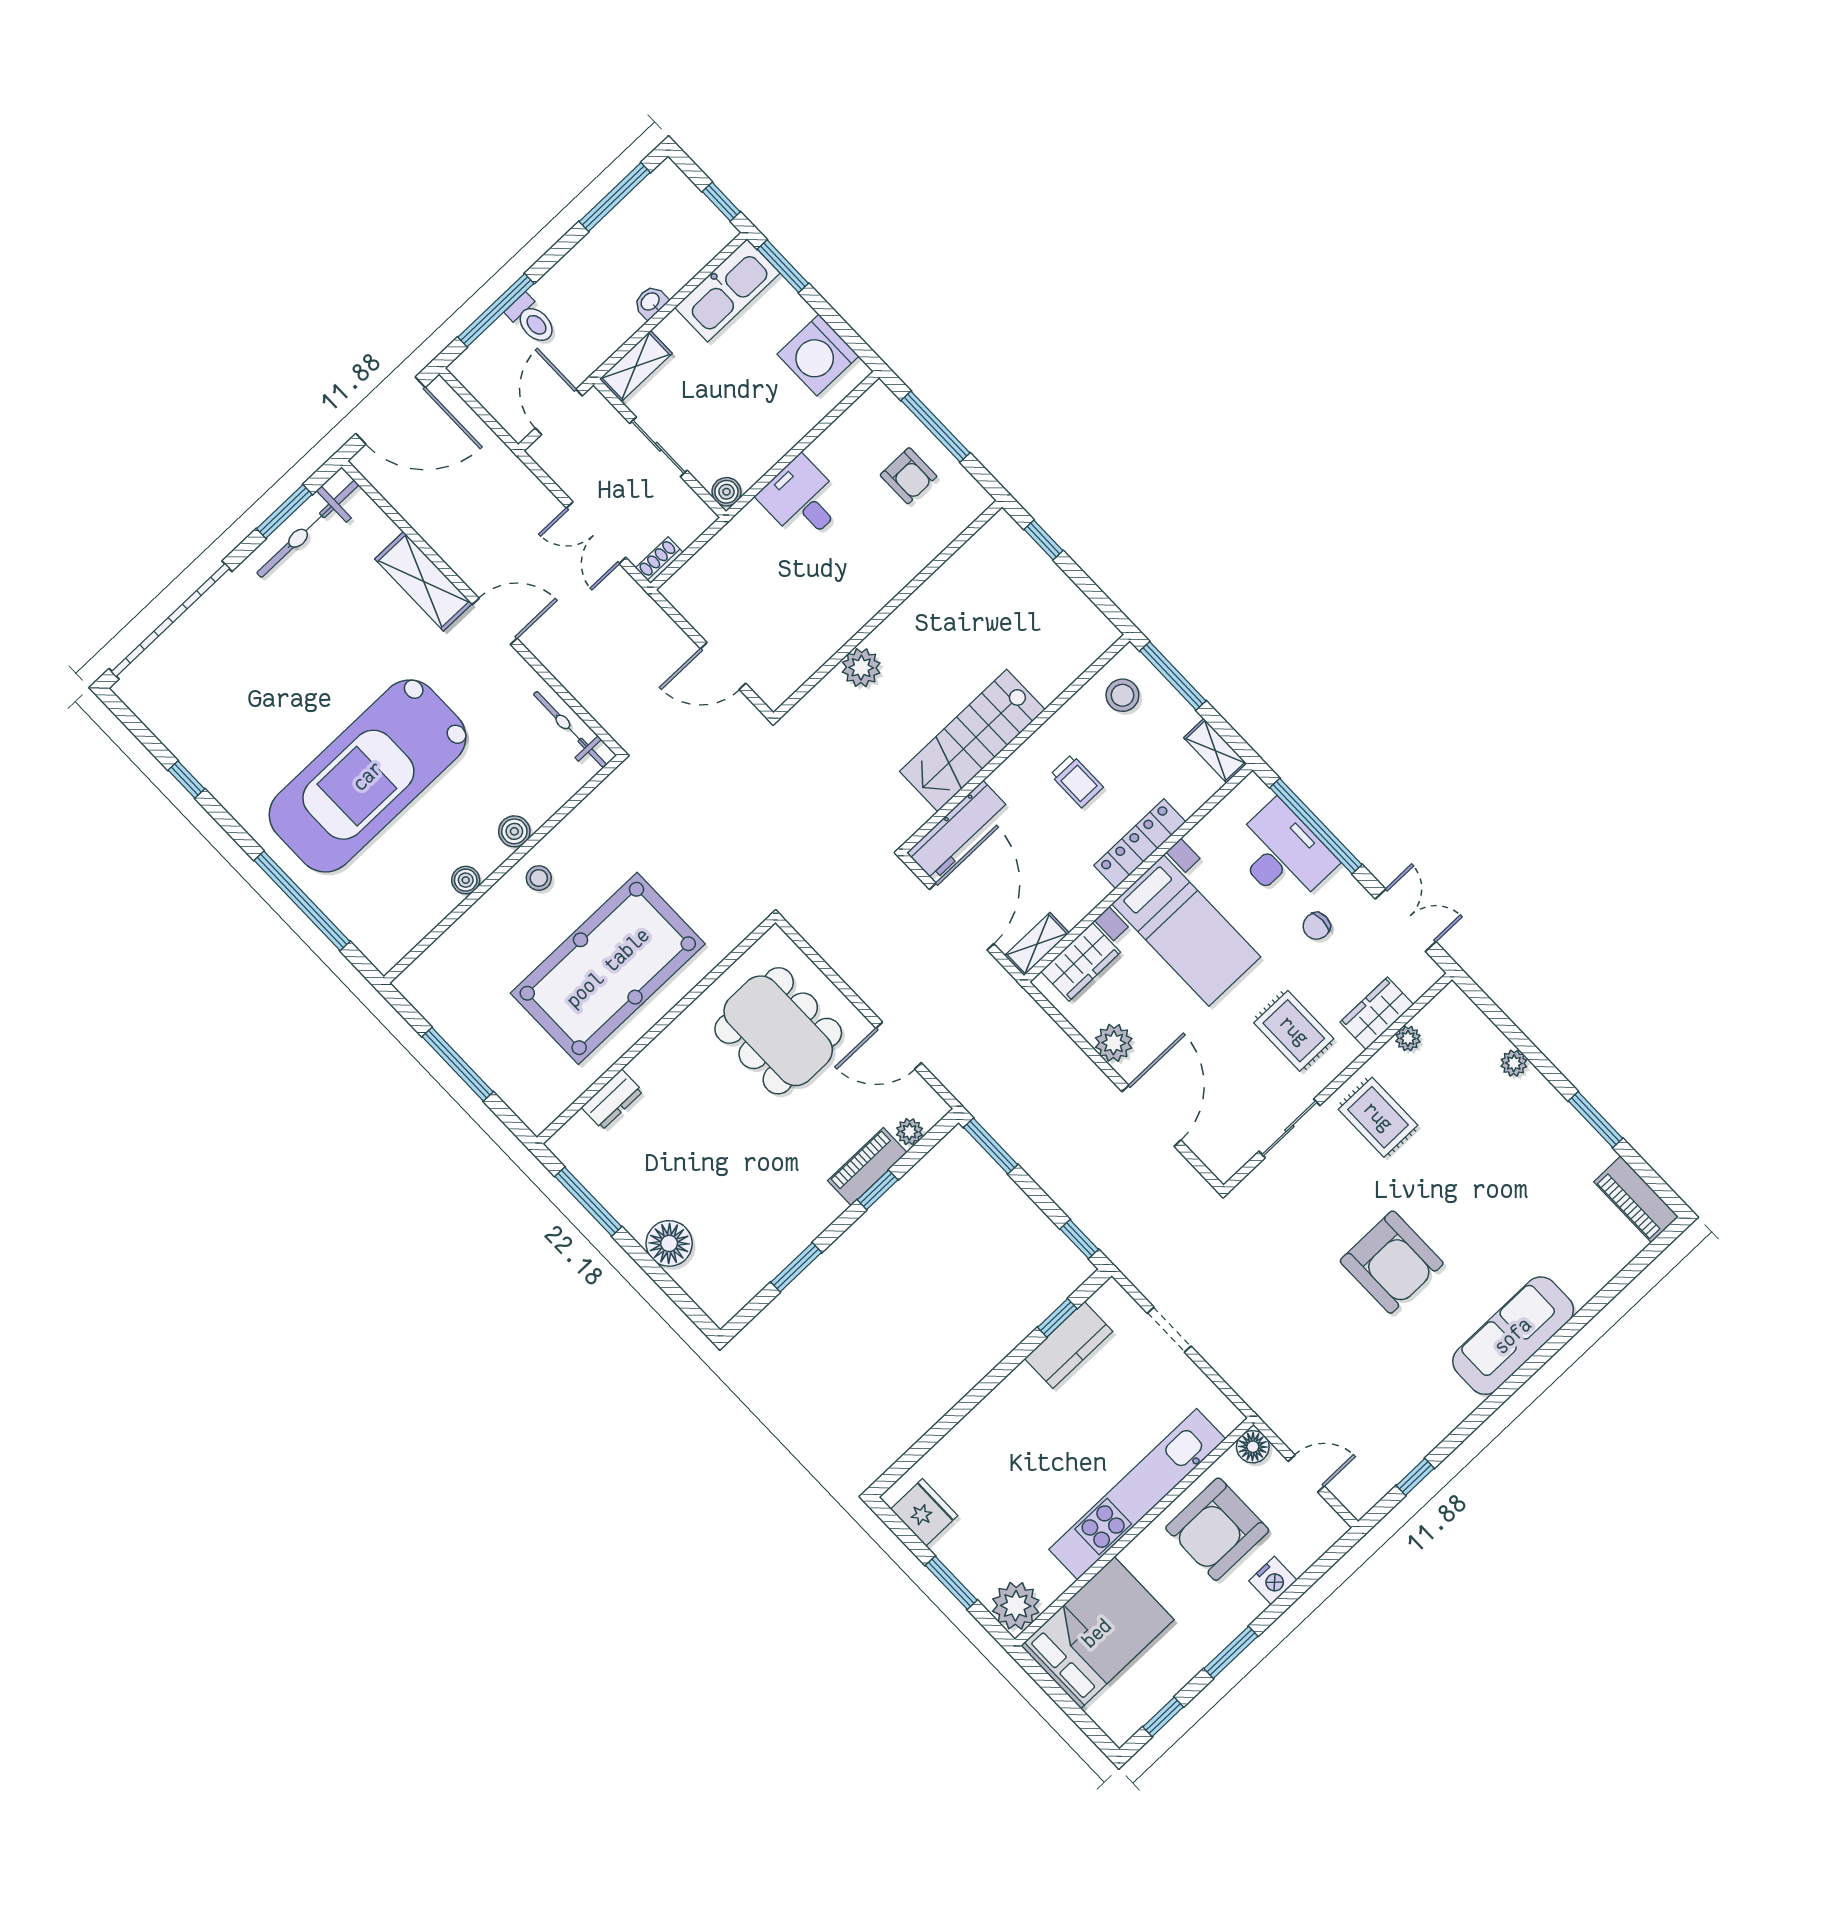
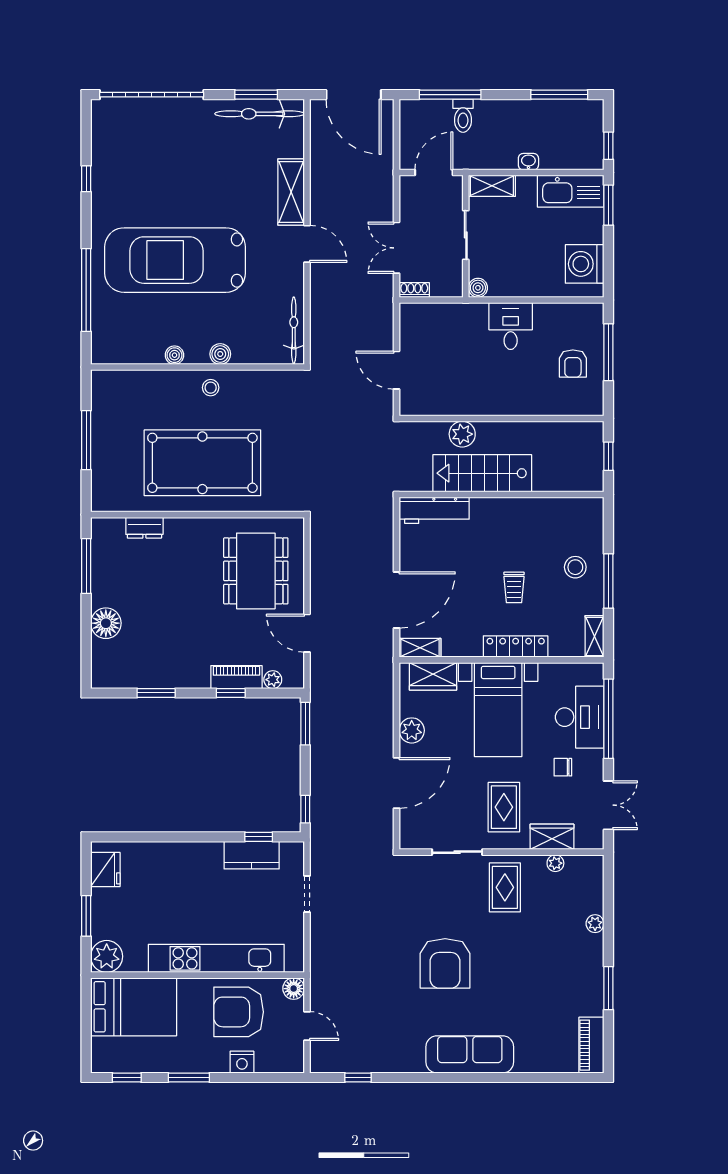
stairs: (972, 740) -> (482, 473), moved
wall: (1015, 744) -> (502, 494), moved
workbench: (958, 831) -> (434, 510), moved

